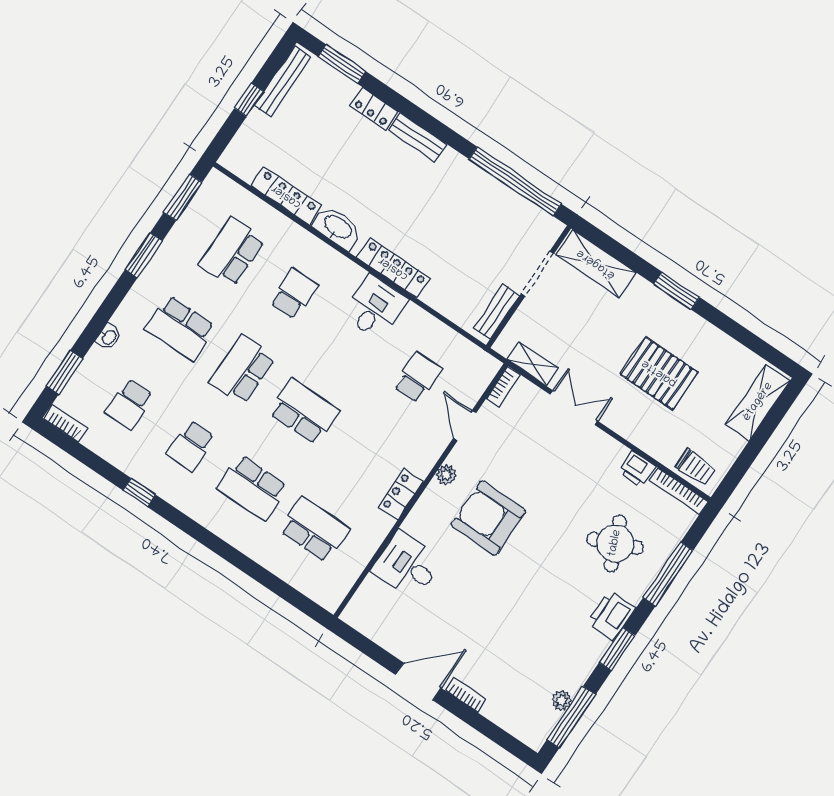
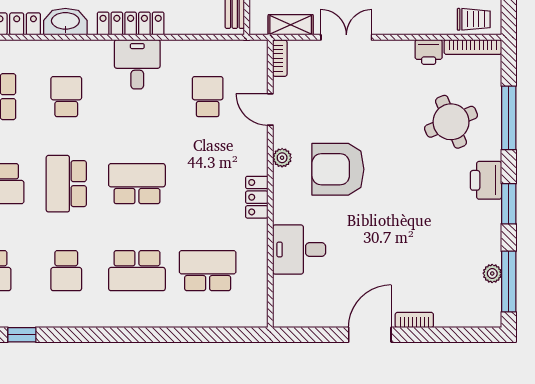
window: (139, 493) -> (22, 335), moved

